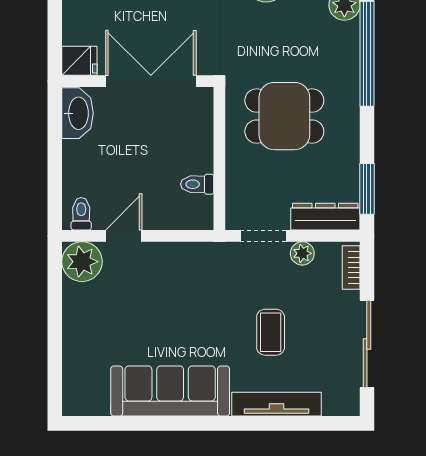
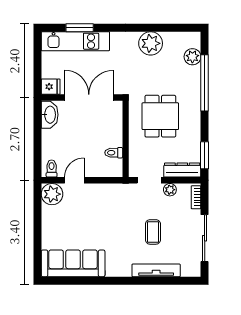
dining table: (284, 116) -> (160, 116), turned 90
sofa: (170, 391) -> (73, 263), moved

